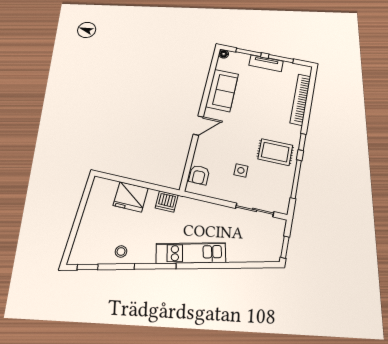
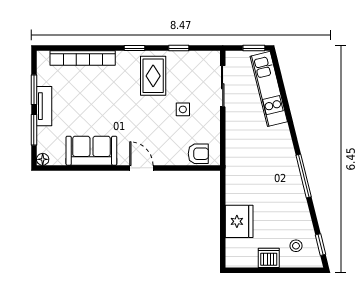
window: (296, 179) -> (179, 48), width x0.46
dishwasher: (167, 201) -> (269, 258), moved, turned -90
stool: (121, 252) -> (296, 246), moved
kitchen unit: (191, 253) -> (269, 89), moved

